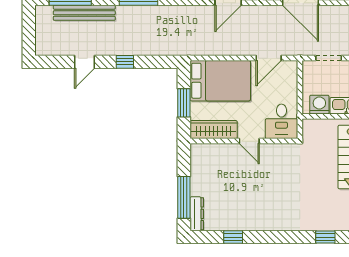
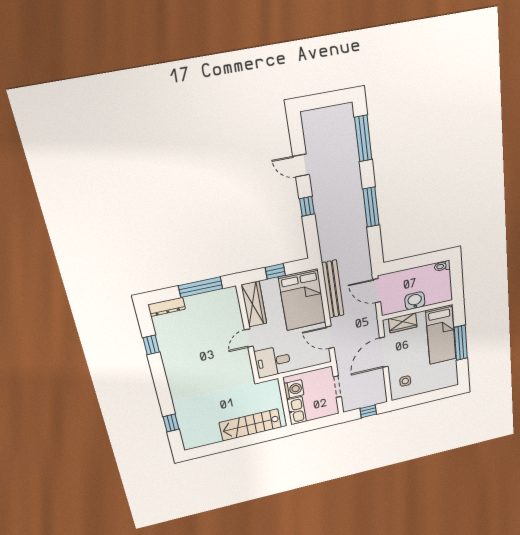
bench: (84, 13) -> (333, 289), moved
window: (184, 103) -> (275, 271), width x0.67
window: (184, 197) -> (201, 287), moved

